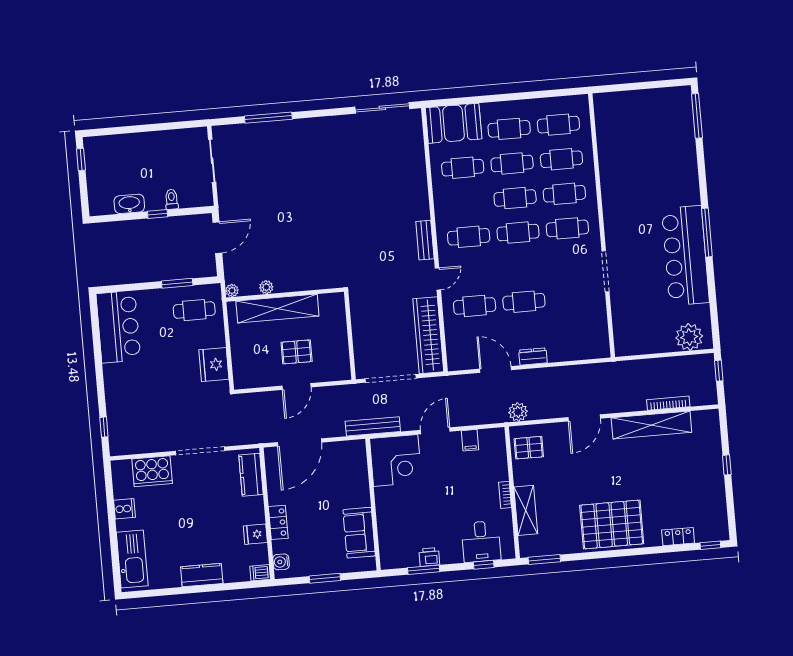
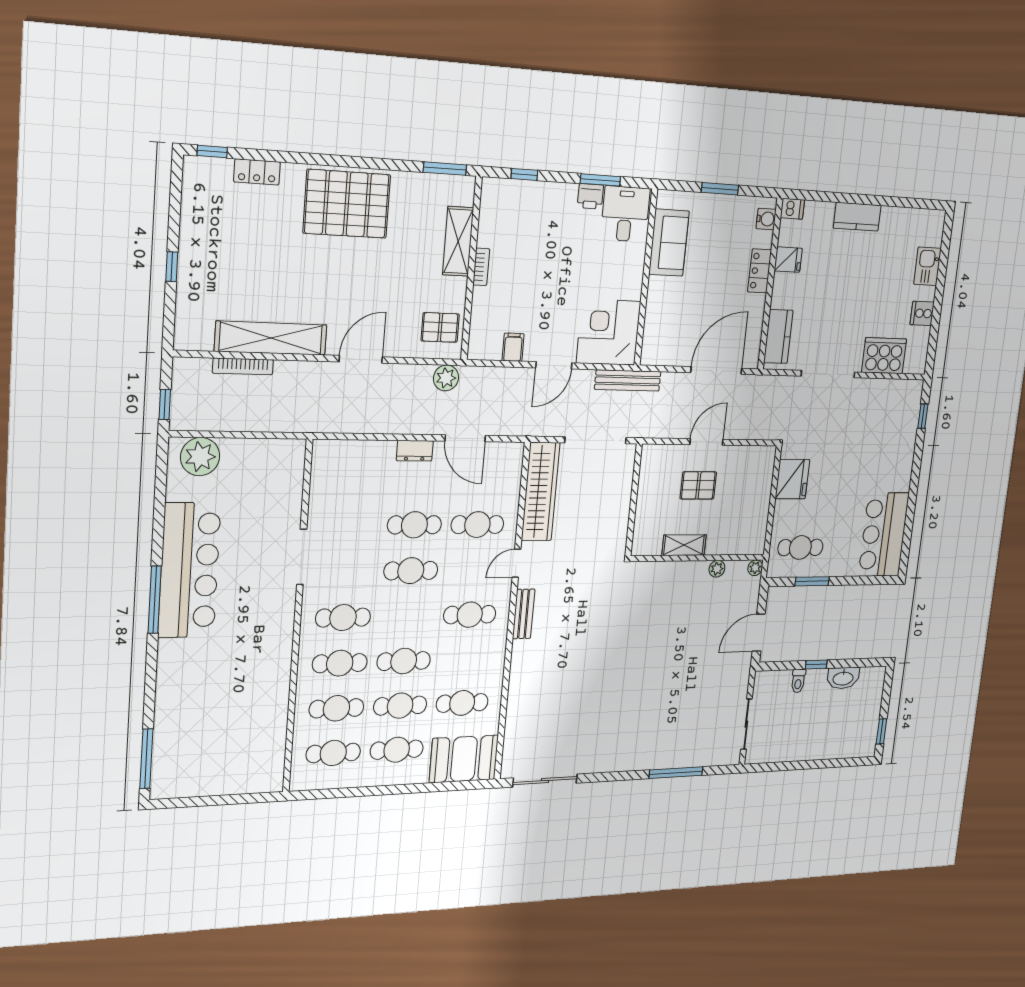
cafe table: (518, 233) -> (411, 571), moved
shelving: (277, 309) -> (684, 545), width x0.45, depth x0.75
desk: (481, 542) -> (625, 214), moved
kitchen sink: (132, 559) -> (927, 266), width x0.53, depth x0.81

